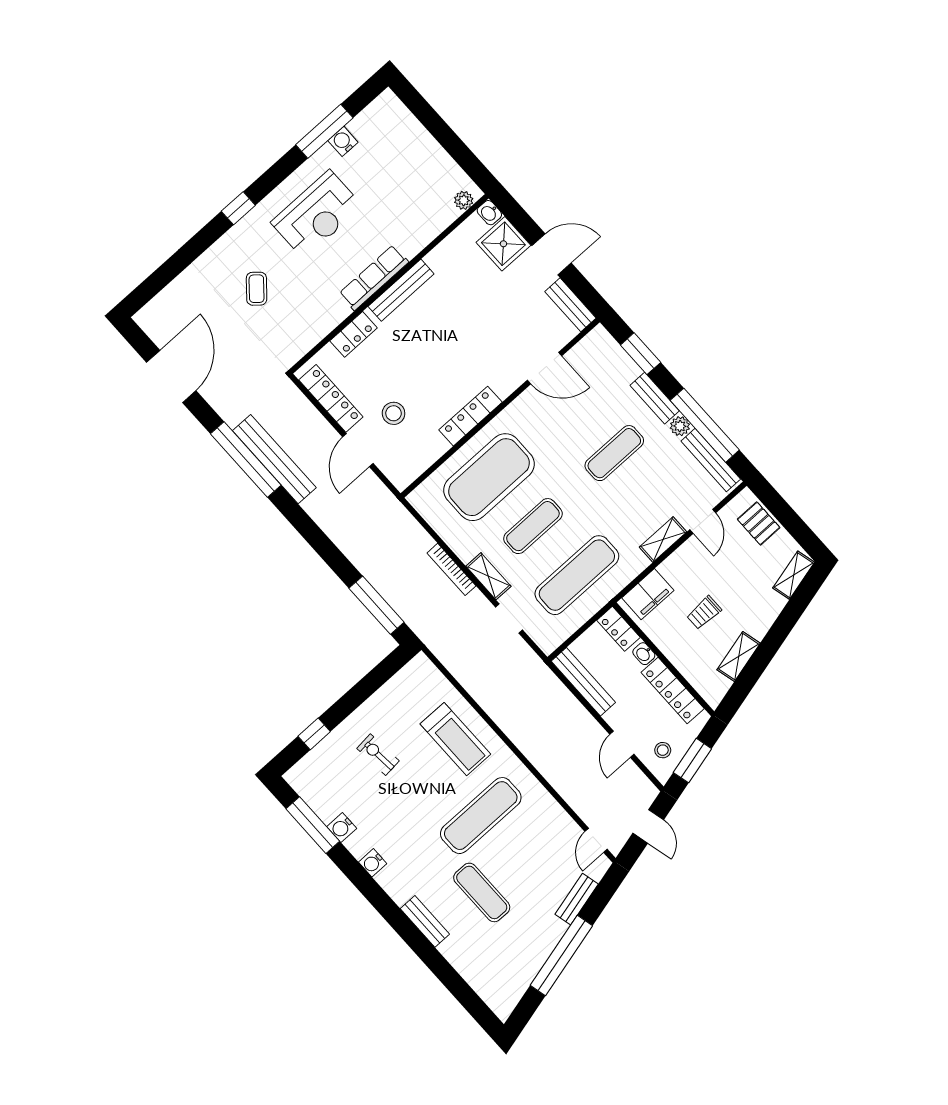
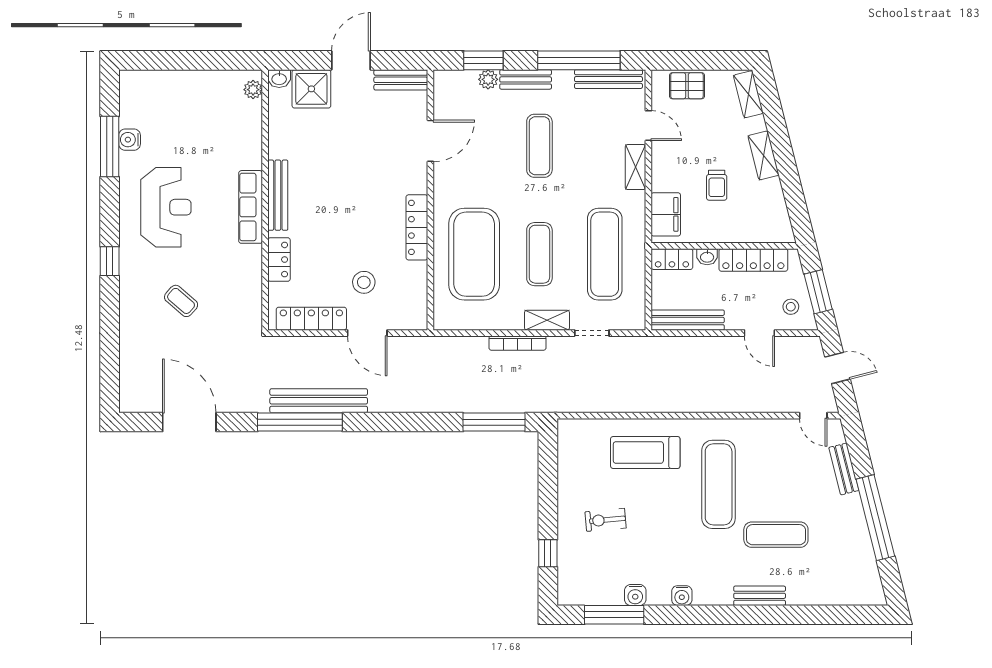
plant: (680, 426) -> (488, 79), moved
shelving: (739, 657) -> (763, 155), moved
treadmill: (455, 739) -> (645, 452), turned 180

